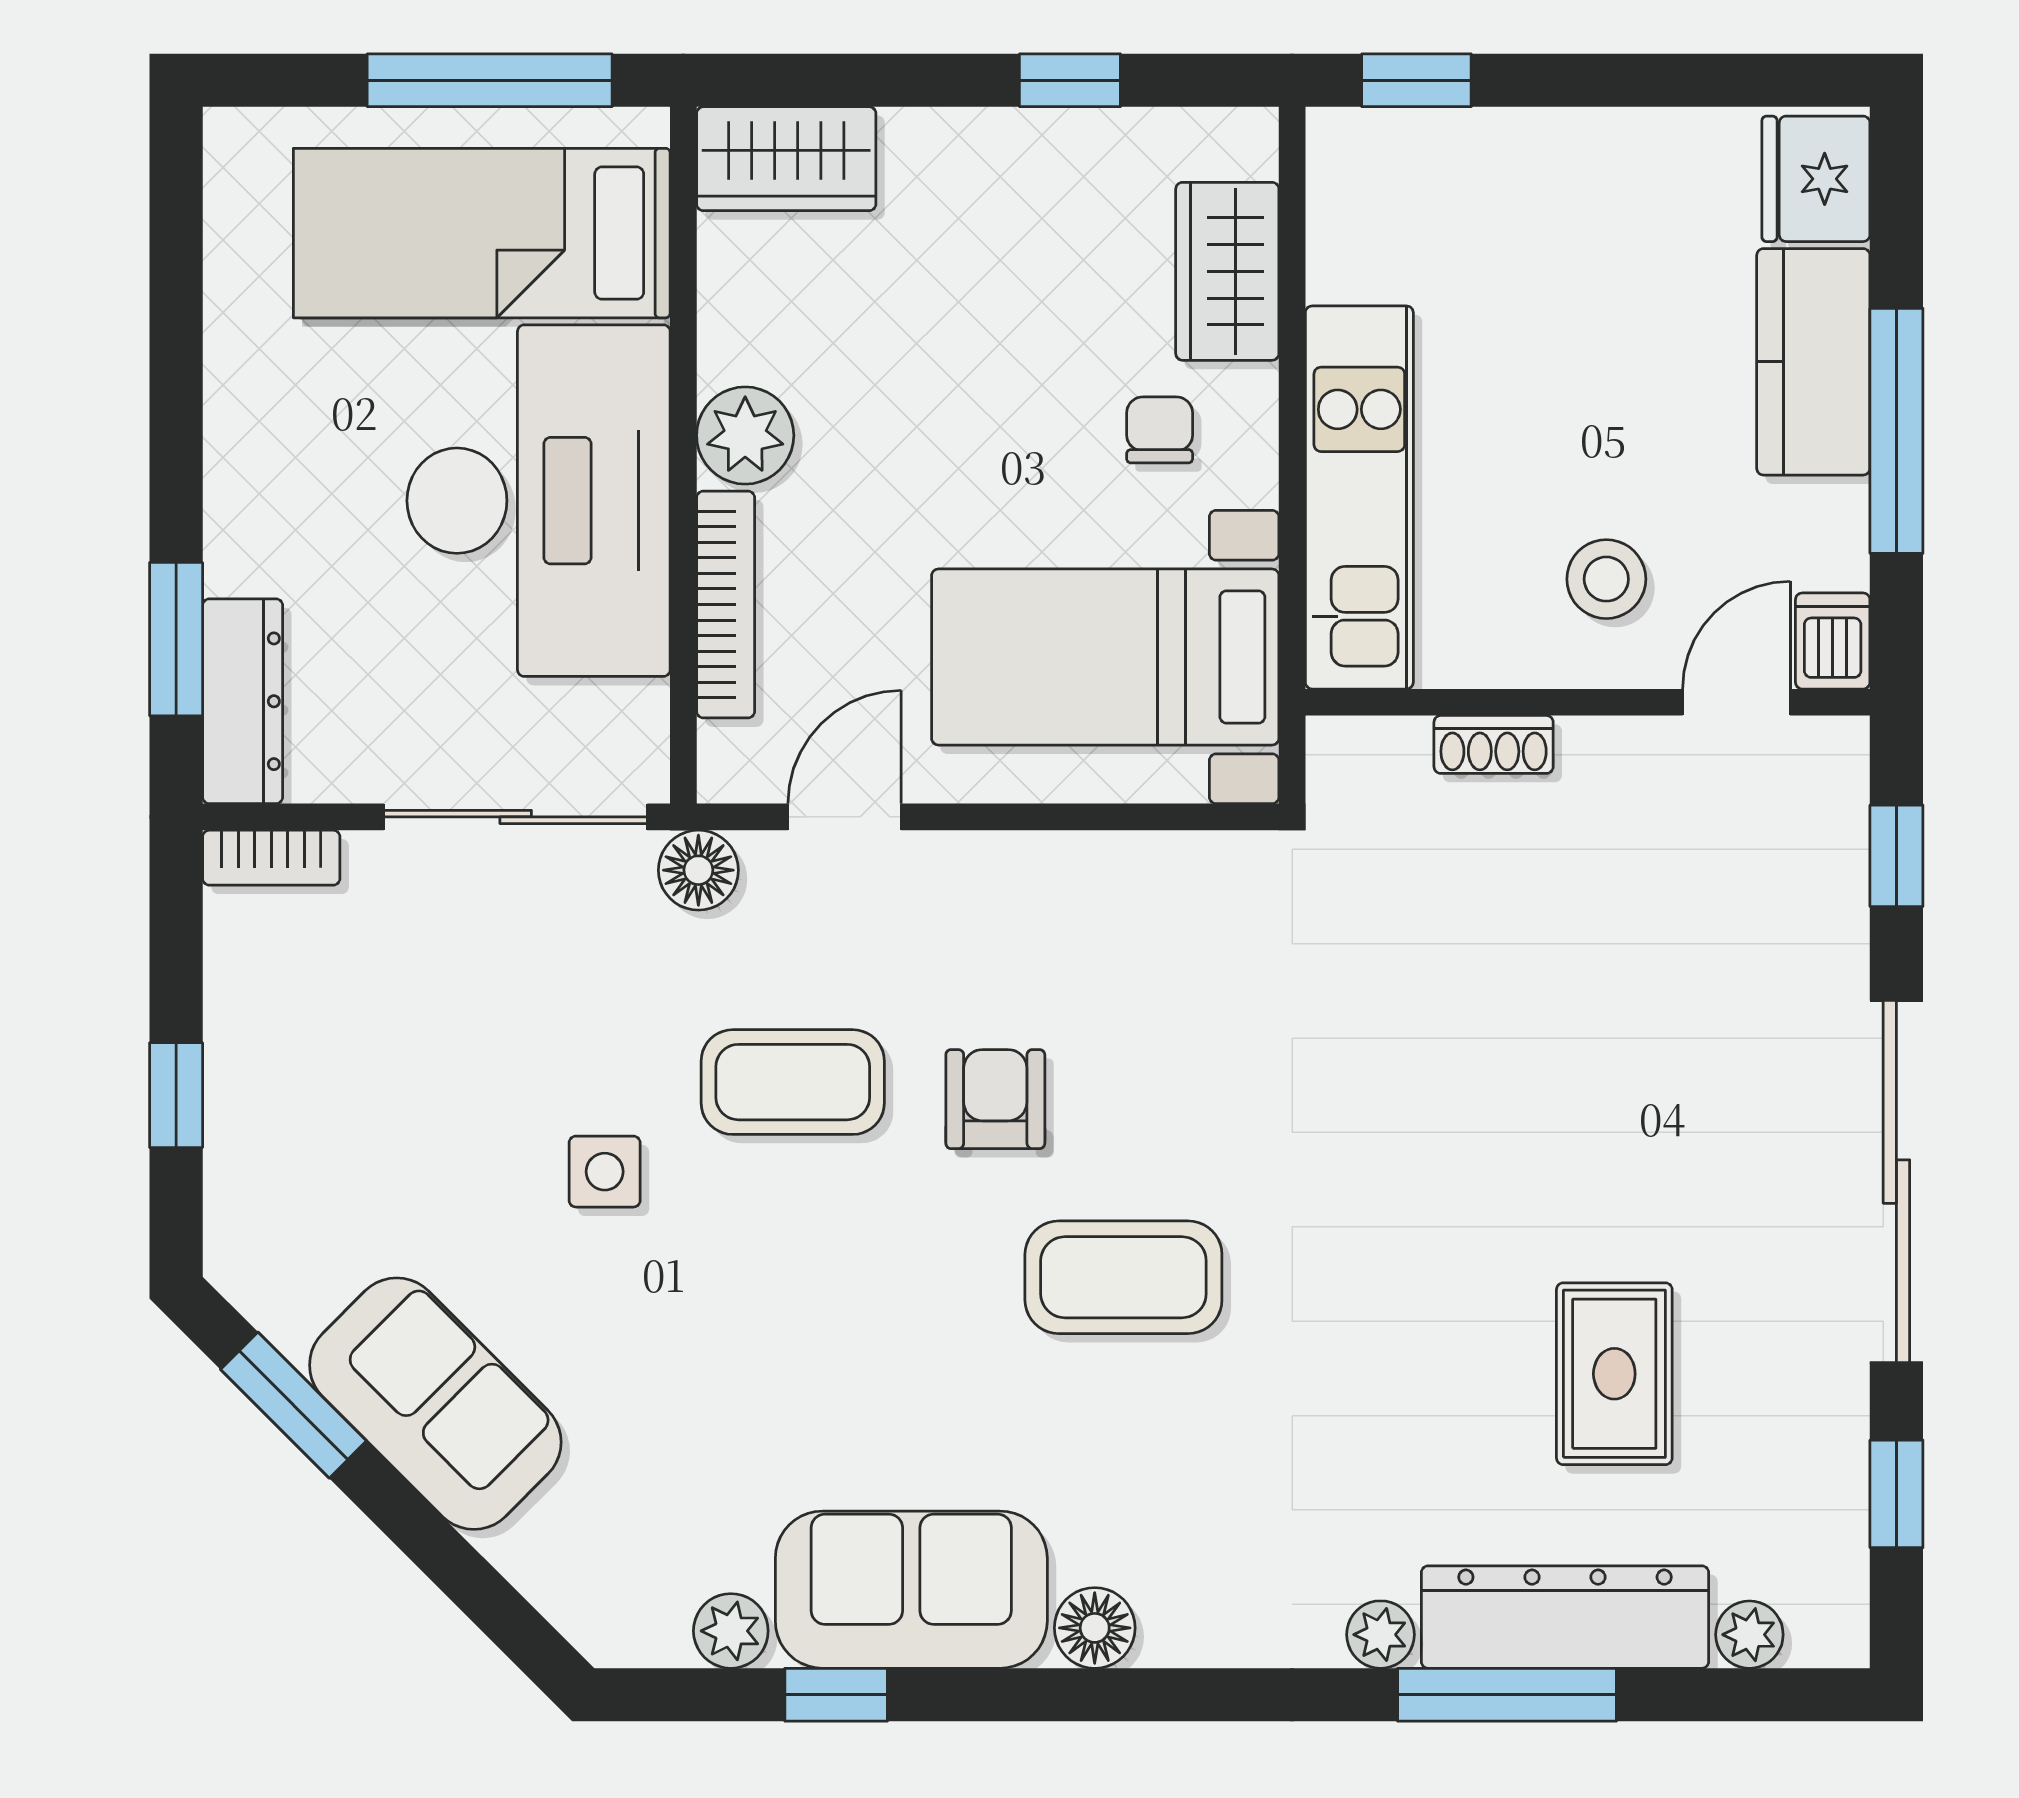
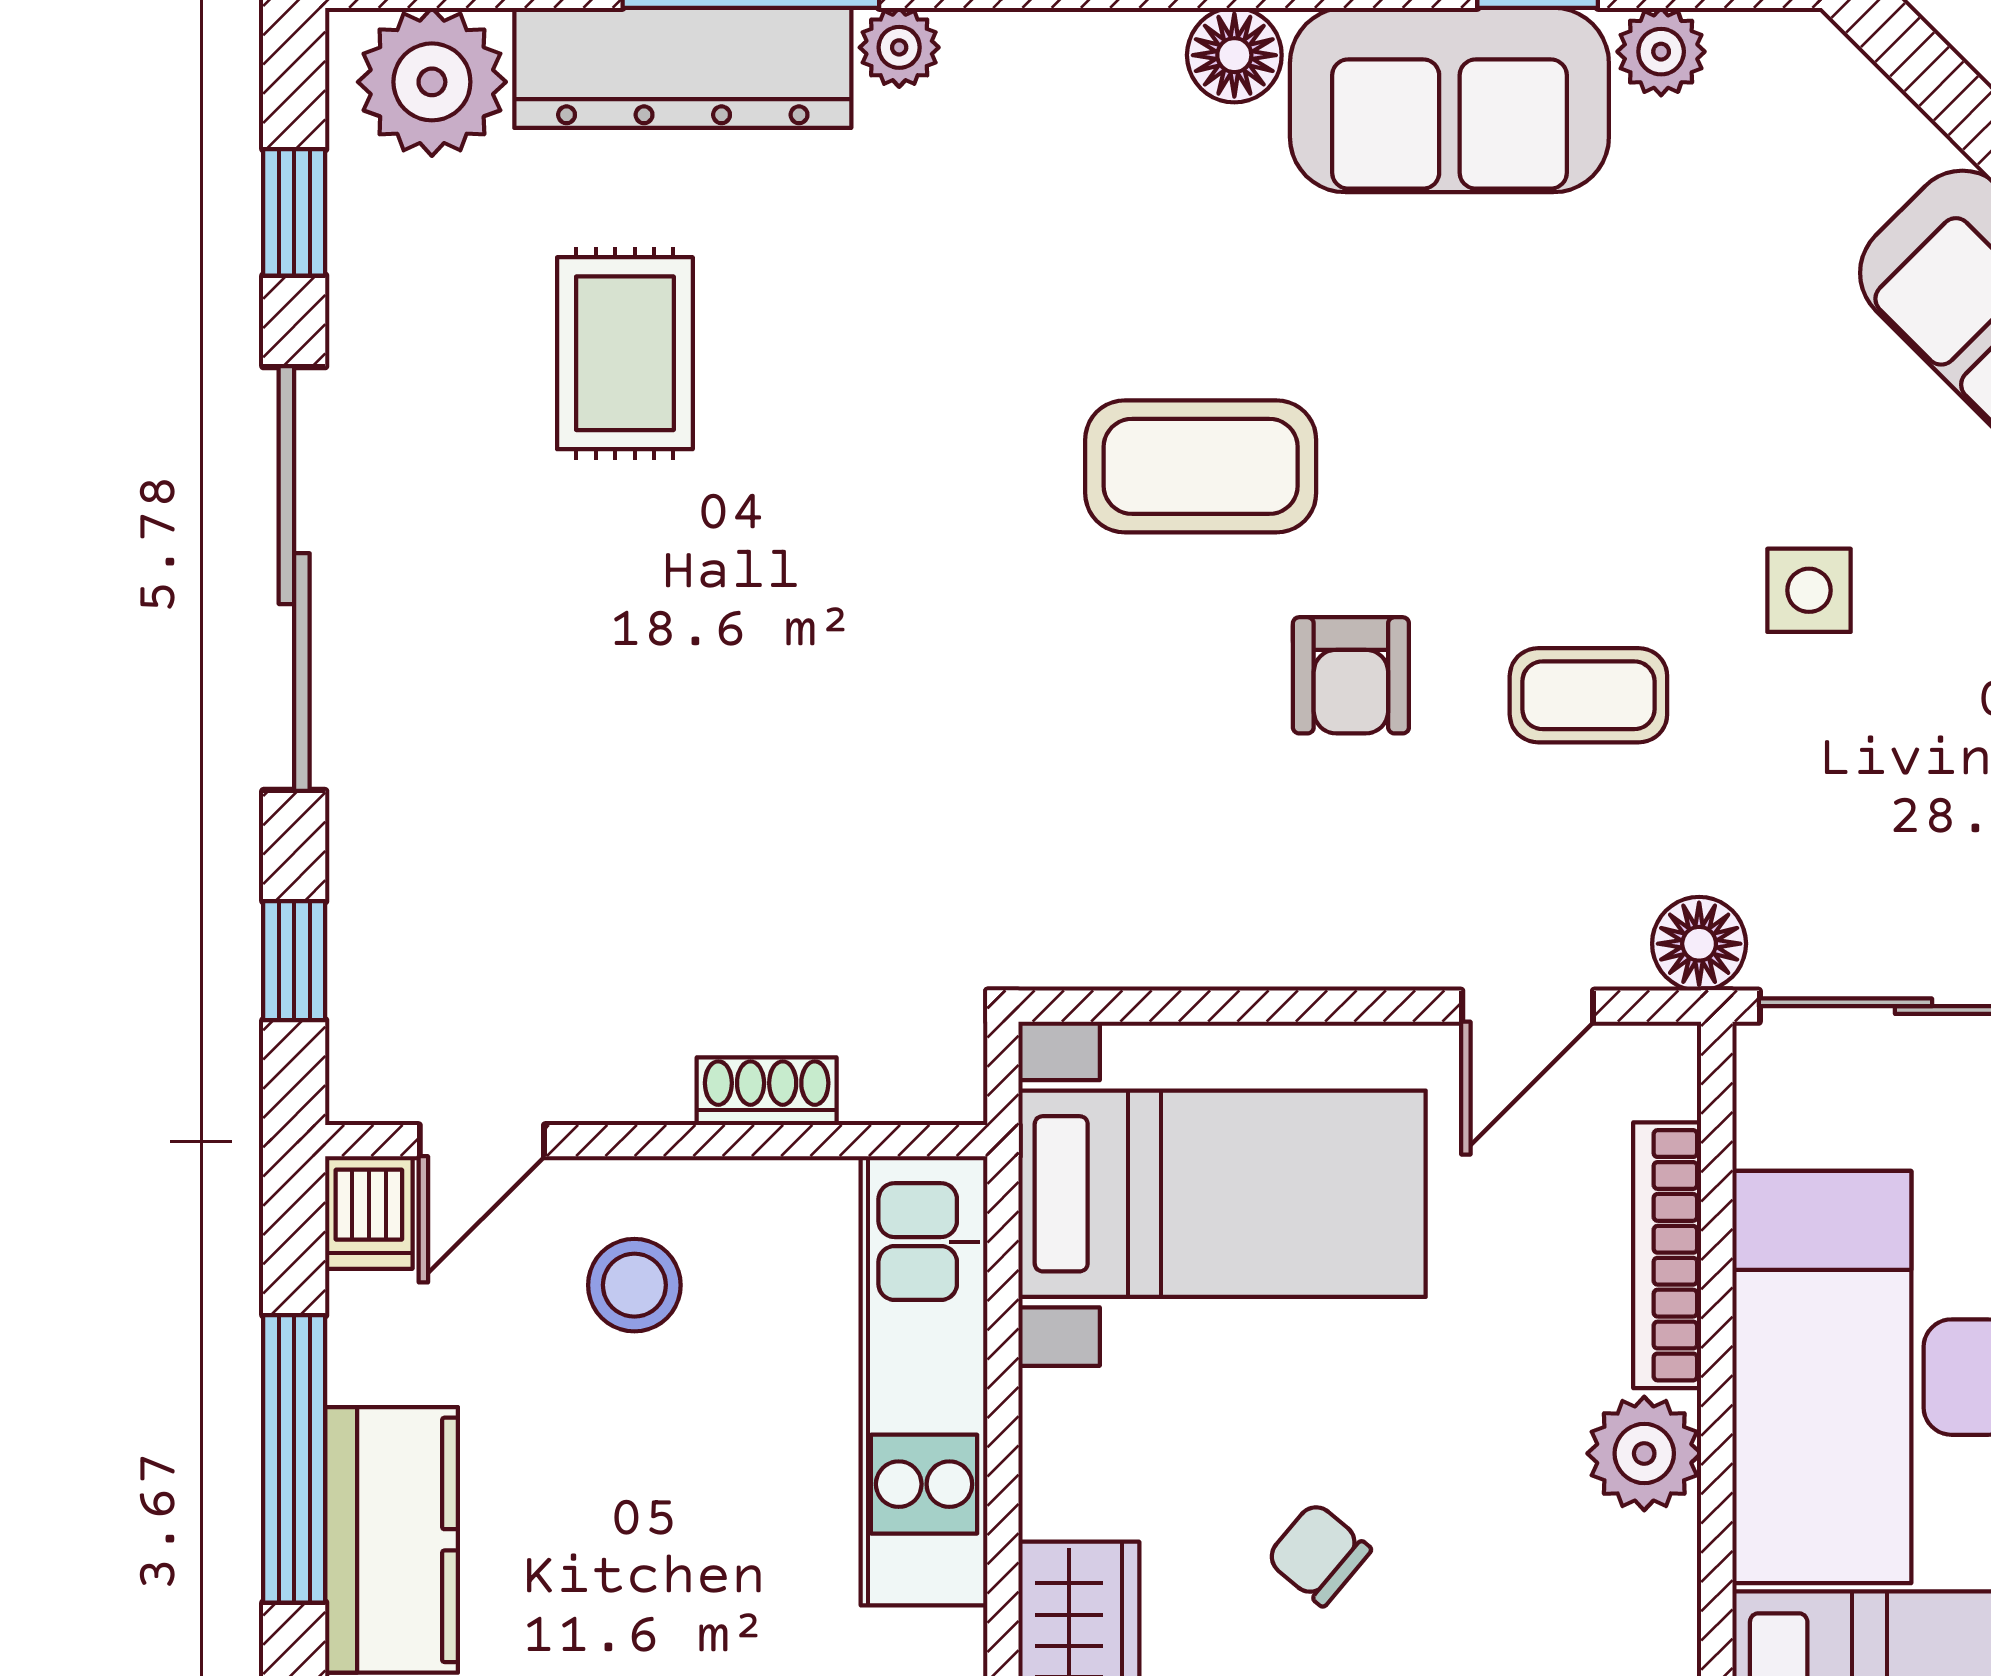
chair: (1160, 430) -> (1319, 1554), moved, turned 130
coffee table: (793, 1082) -> (1588, 695), width x0.73, depth x0.77
plant: (1749, 1635) -> (432, 82), width x1.88, depth x1.88

